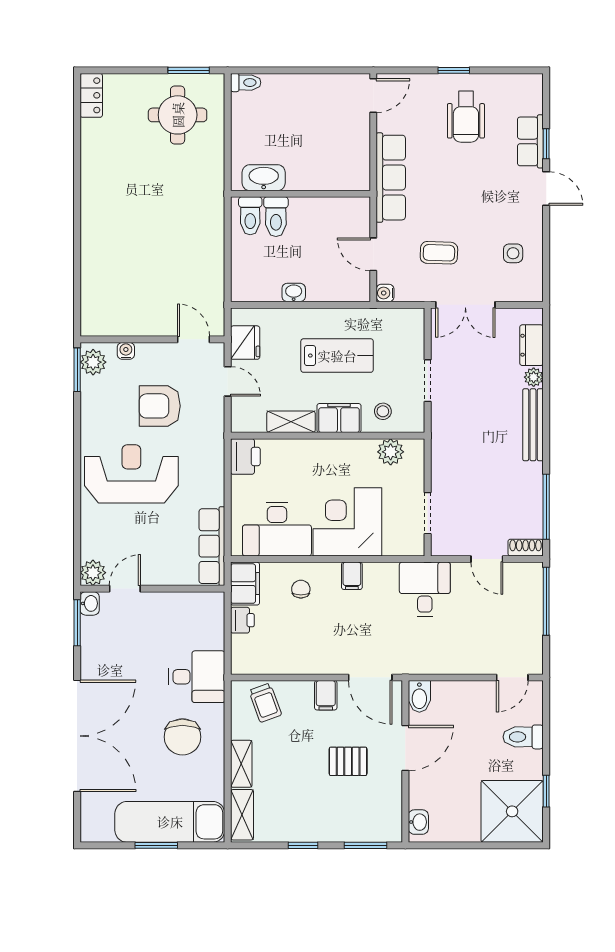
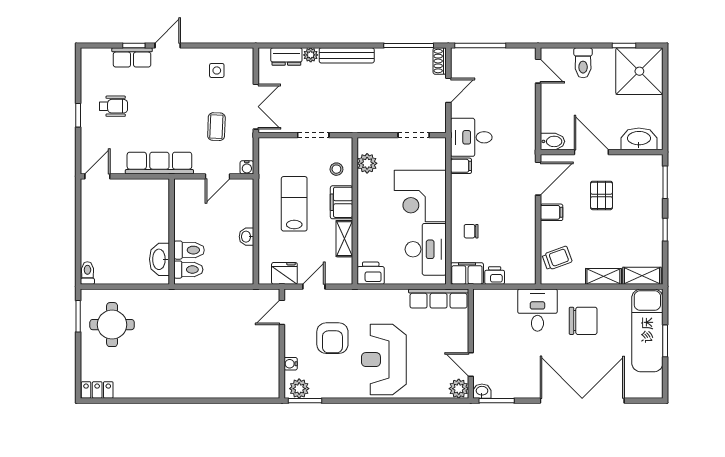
door: (373, 96) -> (97, 176), hinge flipped
wheelchair: (466, 117) -> (113, 106), width x0.73, depth x0.73
filing cabinet: (352, 576) -> (461, 166), moved
washbasin: (418, 822) -> (639, 139), width x1.91, depth x1.45

